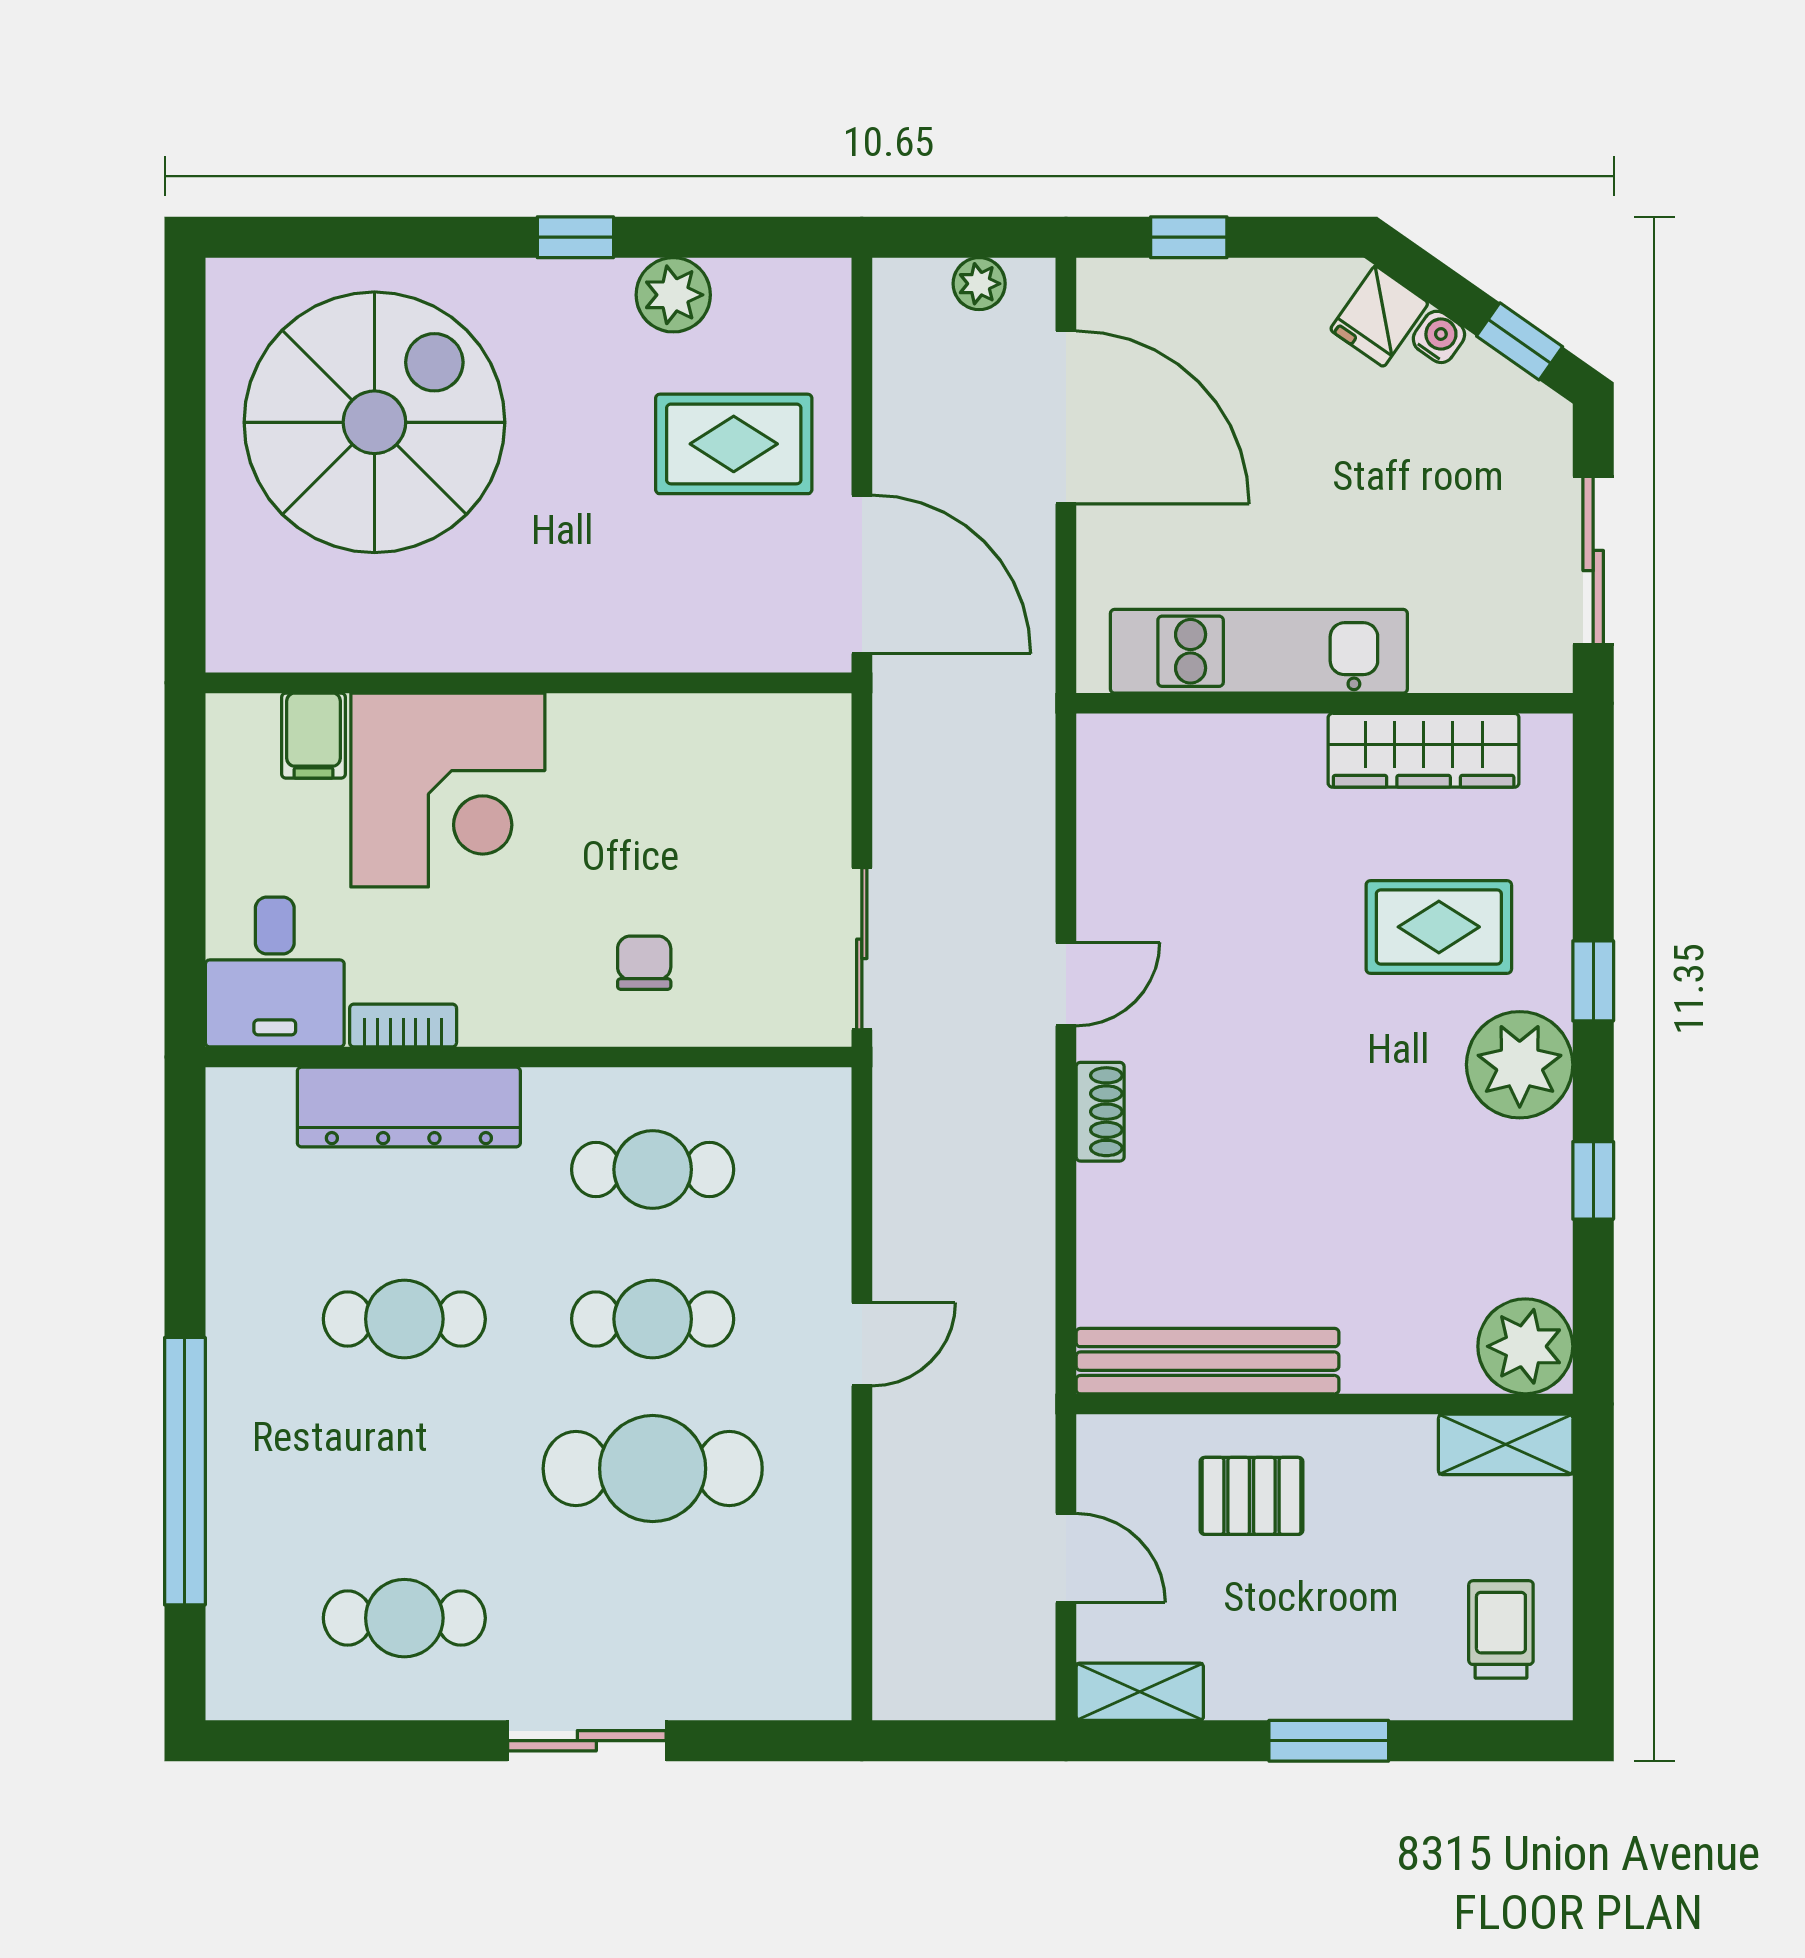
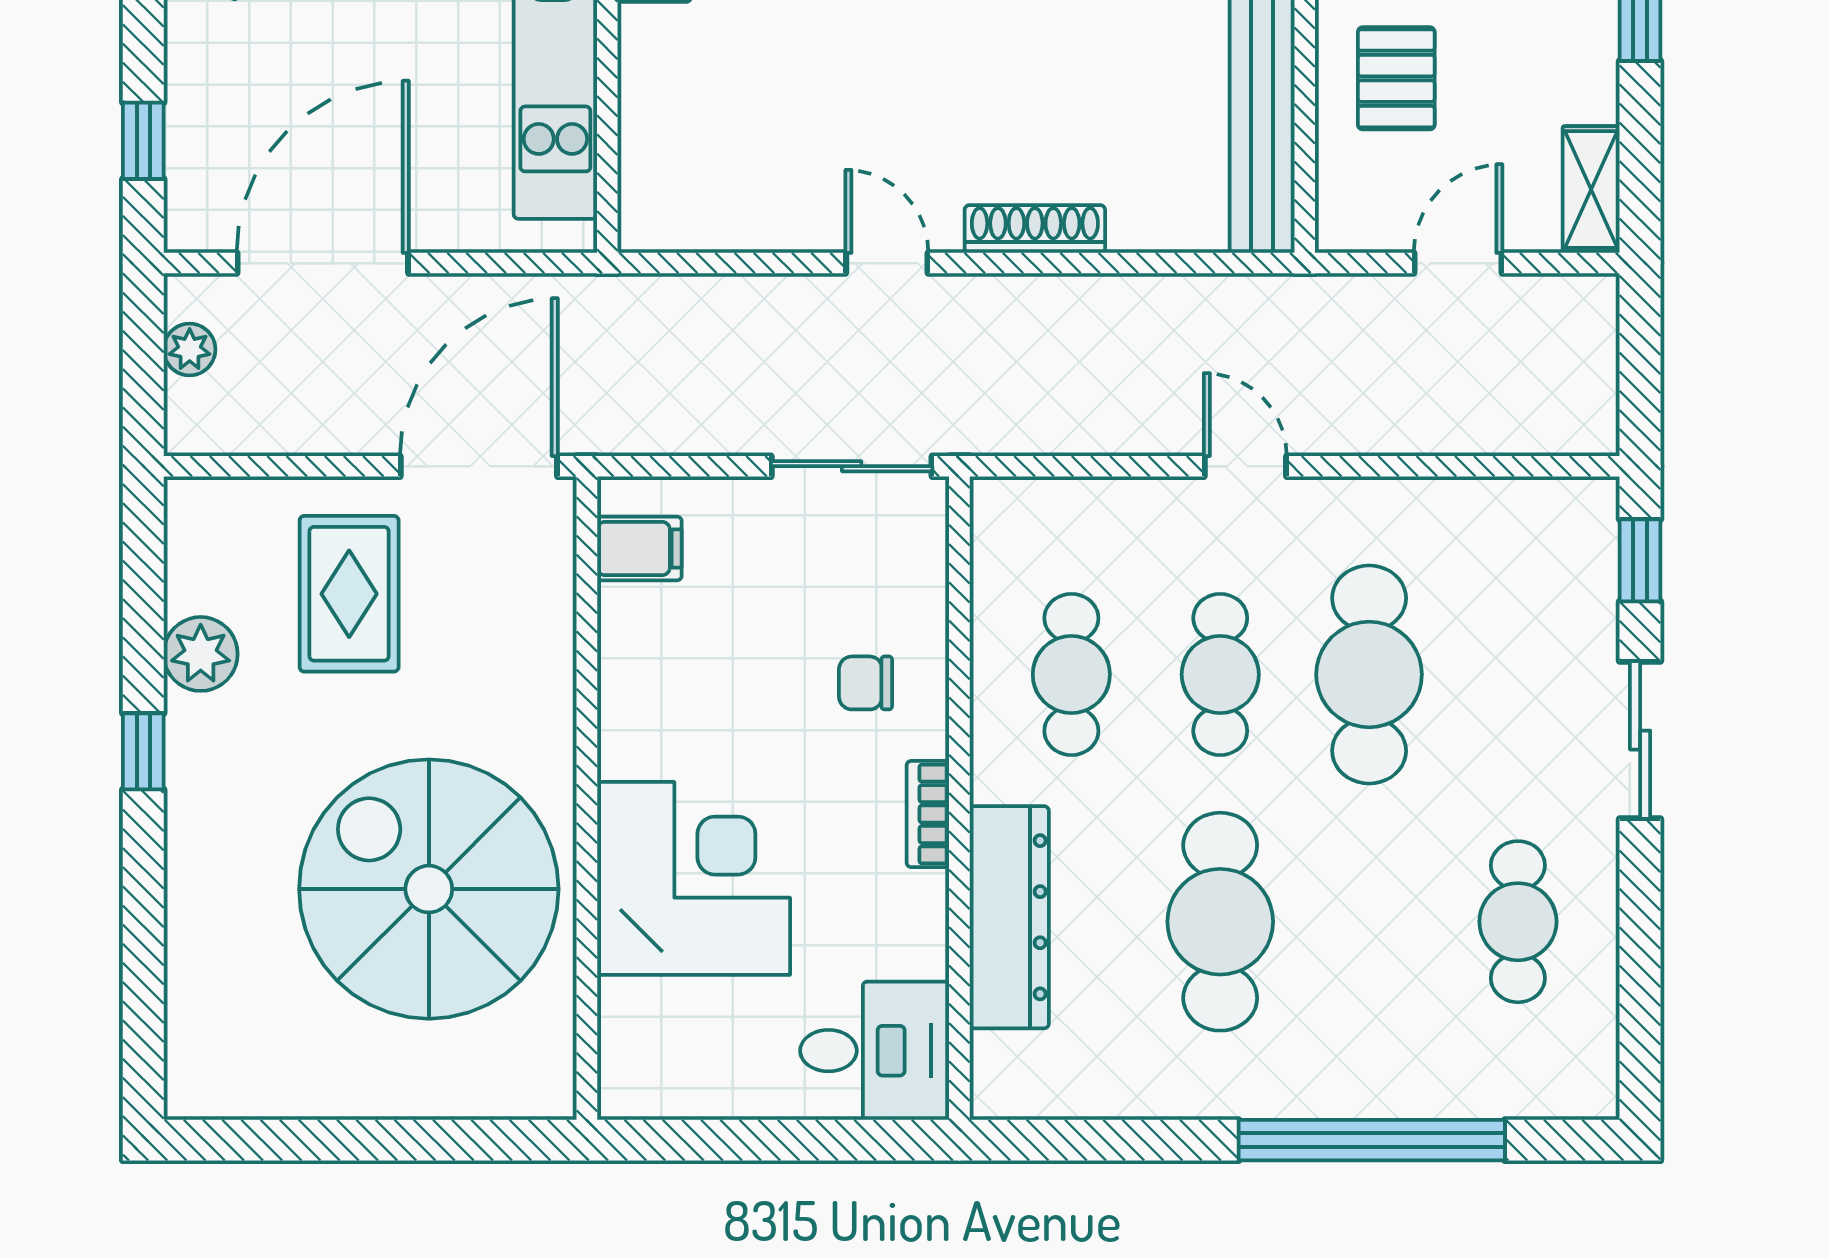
spiral stairs: (374, 422) -> (429, 889), moved
filing cabinet: (314, 736) -> (639, 548), moved
bookcase: (403, 1025) -> (928, 814), moved
shoe rack: (1100, 1112) -> (1035, 229), width x1.43
cafe table: (404, 1319) -> (1220, 922), width x1.37, depth x1.35
window: (767, 1741) -> (1640, 560), added

